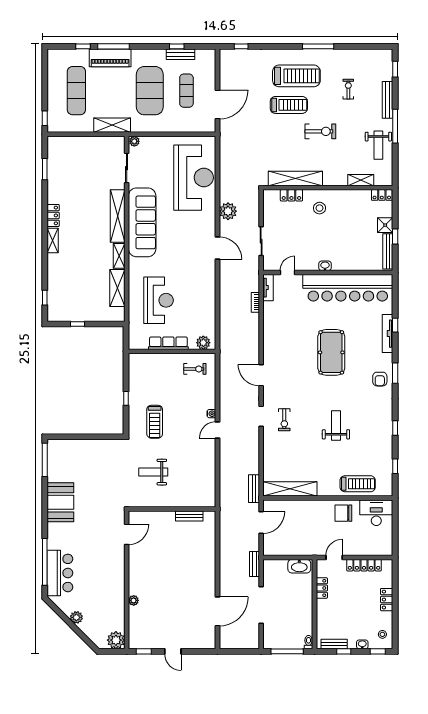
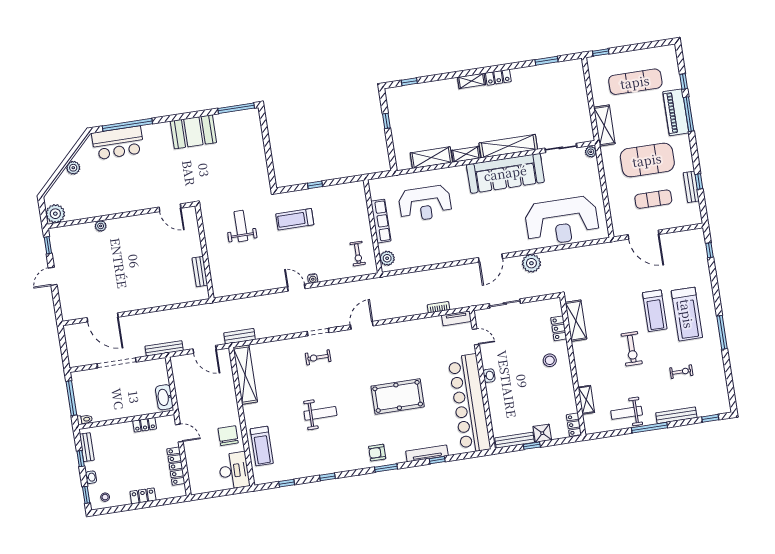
shelving: (295, 178) -> (576, 321), width x0.68
bench: (255, 564) -> (164, 348), width x1.36

